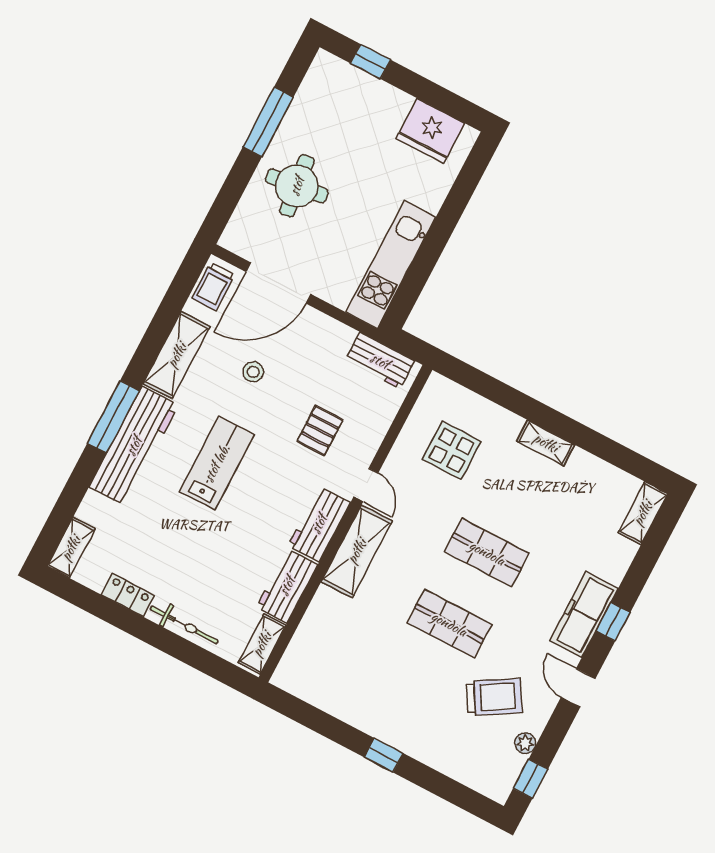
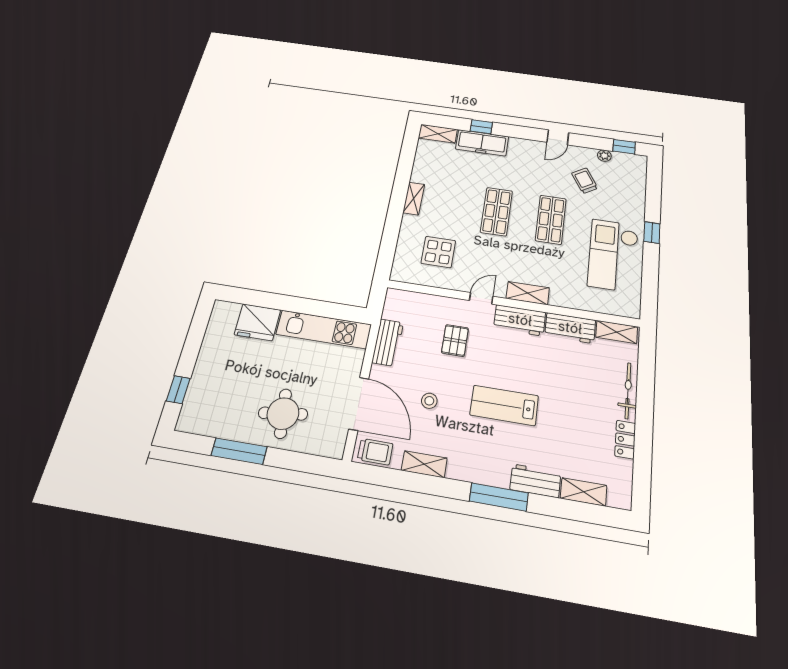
fridge: (430, 131) -> (257, 322), moved, turned 90
shelving: (177, 355) -> (424, 464), width x0.67, depth x0.75
workbench: (380, 361) -> (388, 343), moved
pallet: (320, 430) -> (455, 340), turned 90
workbench: (134, 446) -> (535, 481), width x0.53, depth x0.76
shelving: (71, 548) -> (584, 492), moved
shelving: (357, 551) -> (528, 293), width x0.67, depth x0.75
freezer: (584, 614) -> (482, 143), moved
window: (613, 622) -> (481, 127), moved
checkout: (368, 687) -> (613, 255), added
trolley: (494, 697) -> (585, 181), width x0.73, depth x0.72

